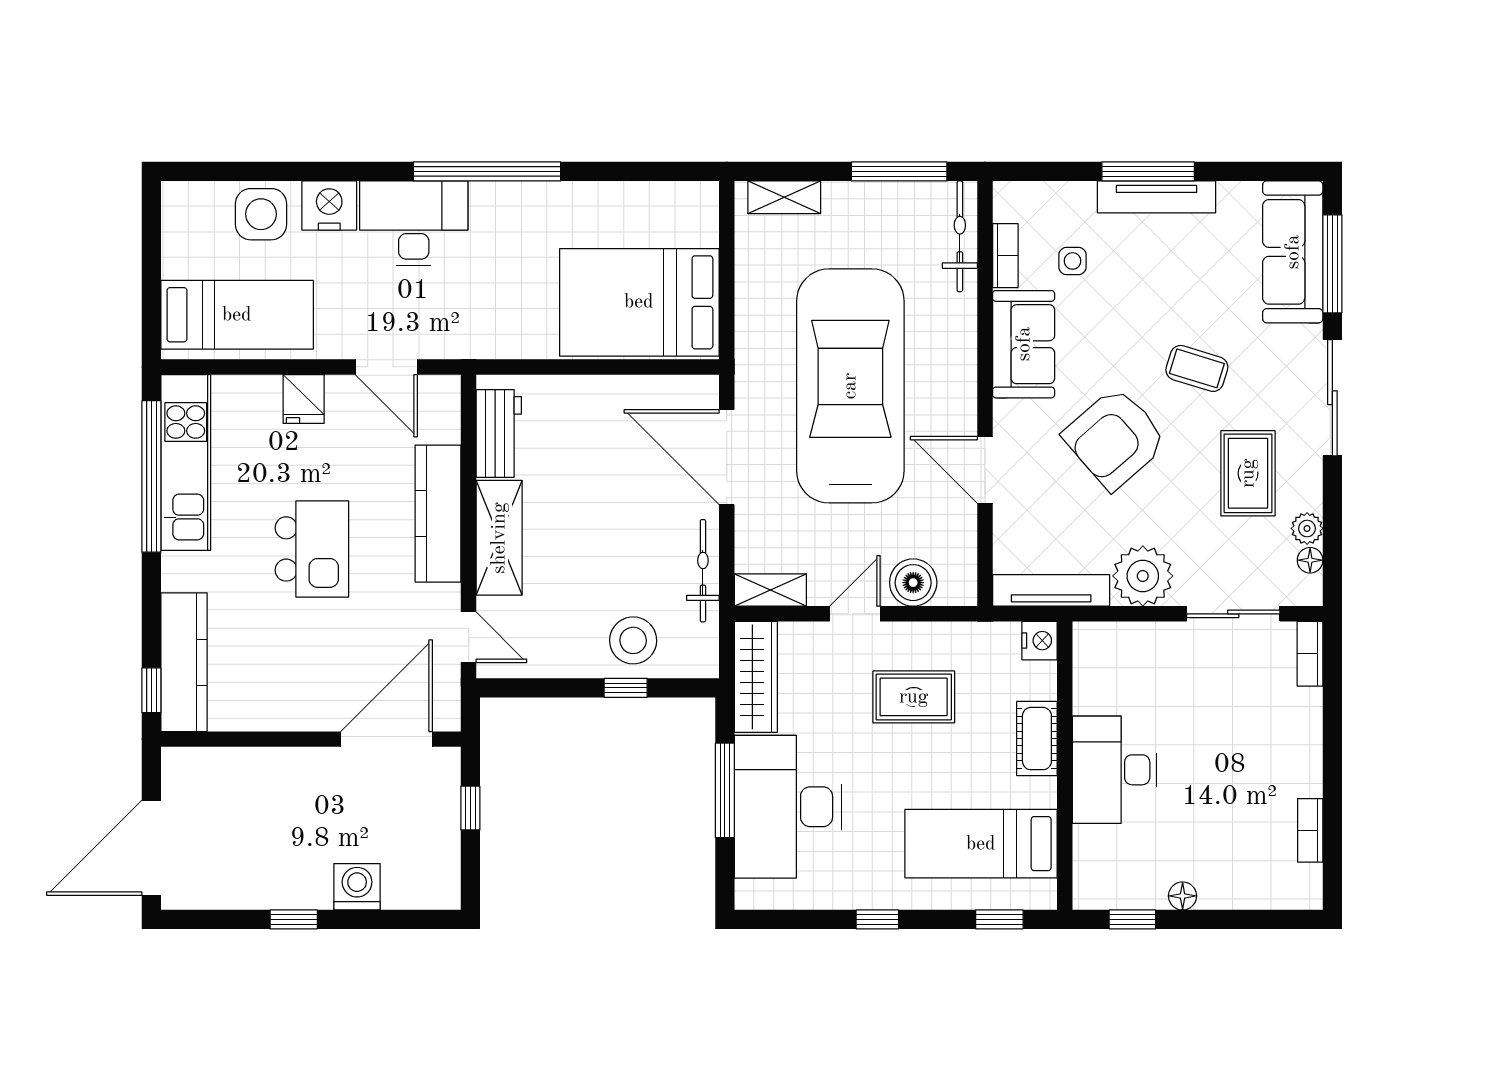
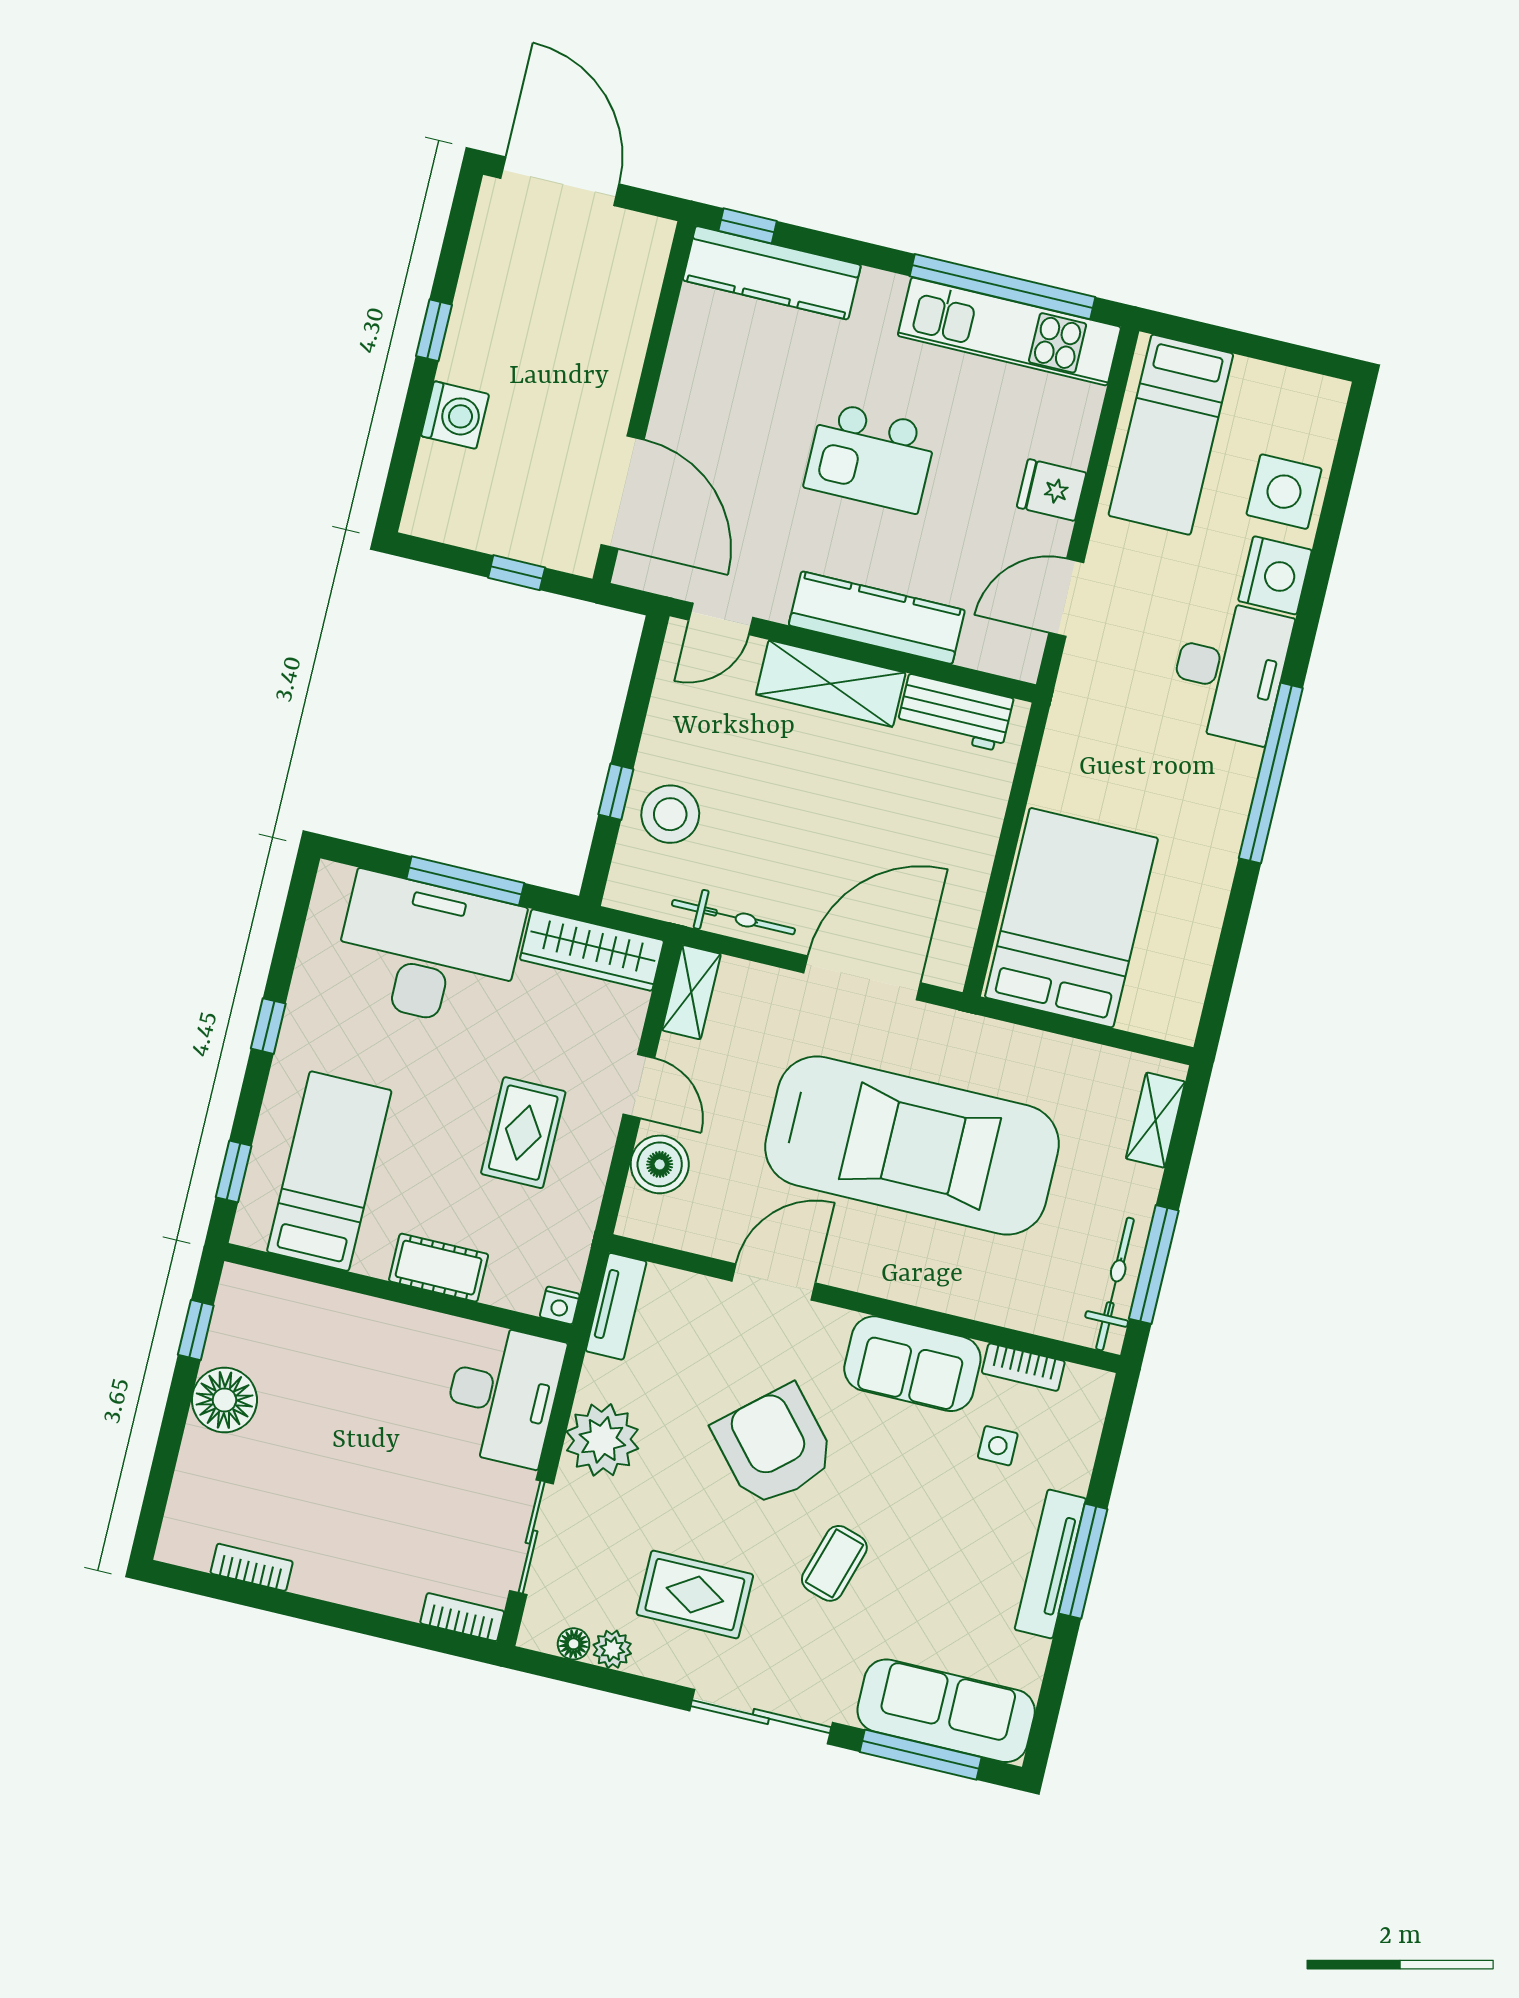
bicycle: (960, 236) -> (1115, 1284), moved, turned -90
tv unit: (1051, 590) -> (616, 1306), width x0.71
nightstand: (1039, 641) -> (560, 1305), width x0.72, depth x0.74
desk: (1114, 770) -> (503, 1395), moved, turned 90
floor lamp: (1183, 896) -> (224, 1400), width x1.89, depth x1.89

